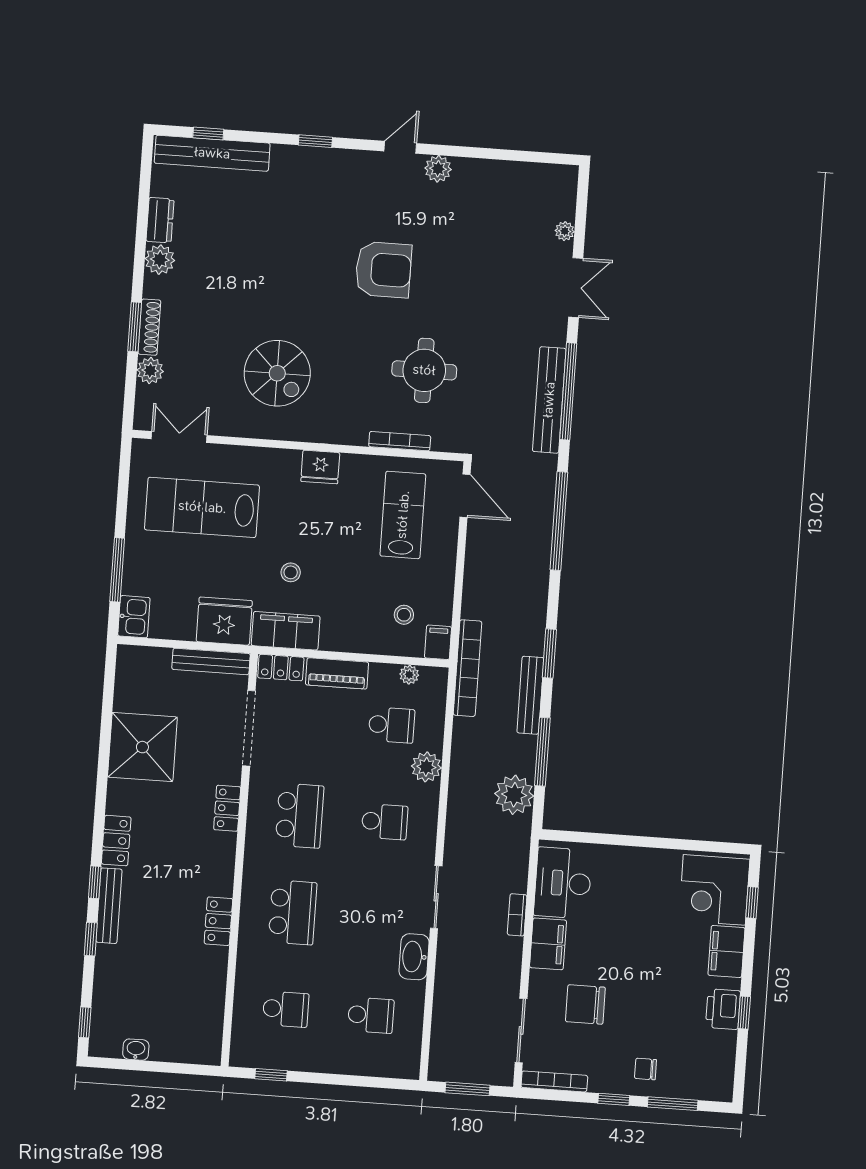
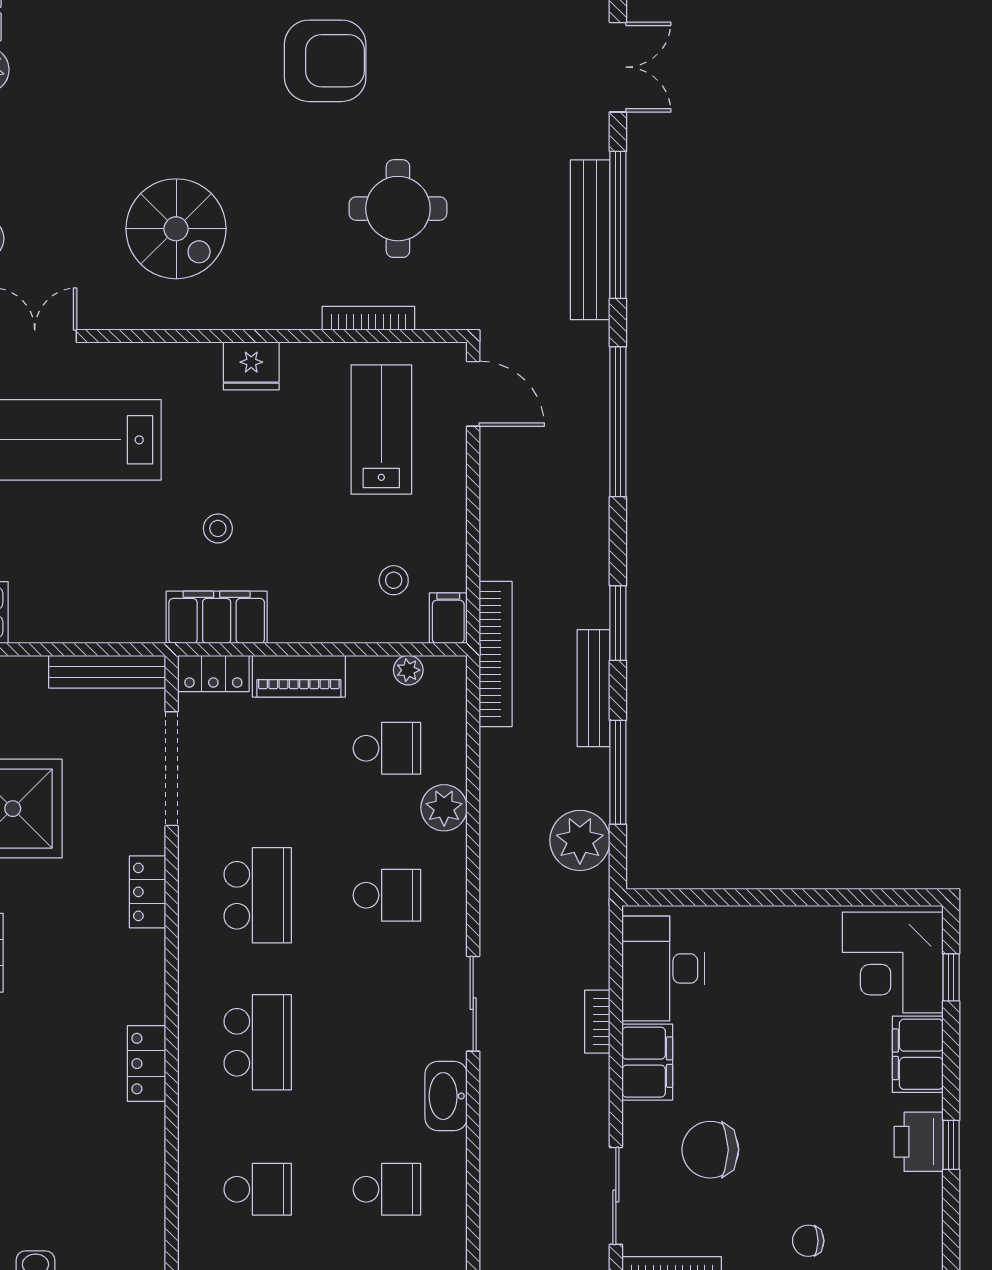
fridge: (224, 621) -> (123, 609), removed

